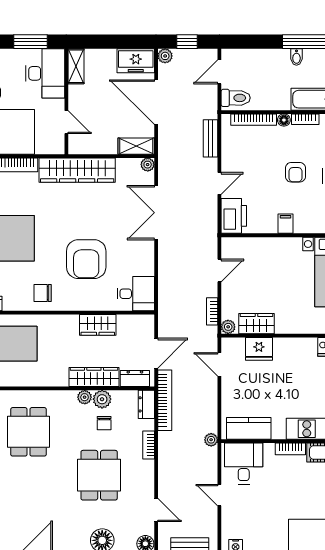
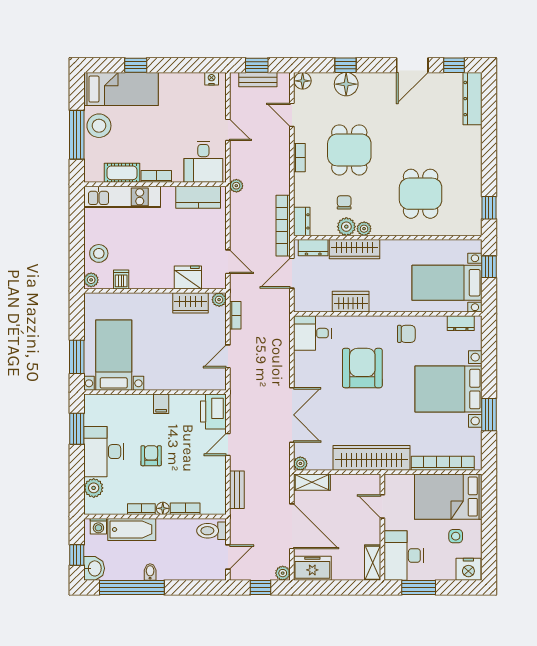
bookcase: (254, 120) -> (185, 509), width x0.64
bookcase: (149, 445) -> (299, 158), moved

